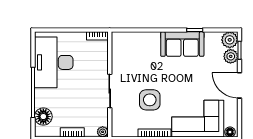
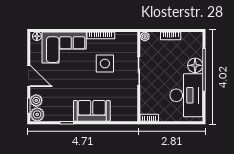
sofa: (182, 44) -> (92, 111), moved
floor lamp: (43, 117) -> (195, 65), moved

